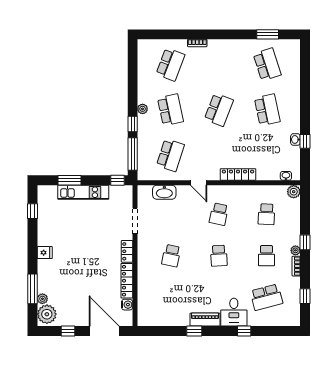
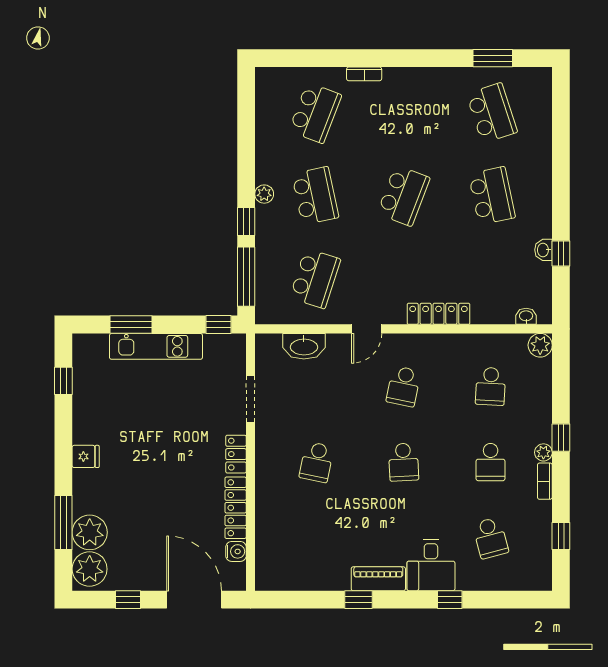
door: (199, 183) -> (367, 329), hinge flipped
school desk: (266, 297) -> (491, 538), width x0.54
plant: (42, 299) -> (90, 532), width x1.88, depth x1.88

